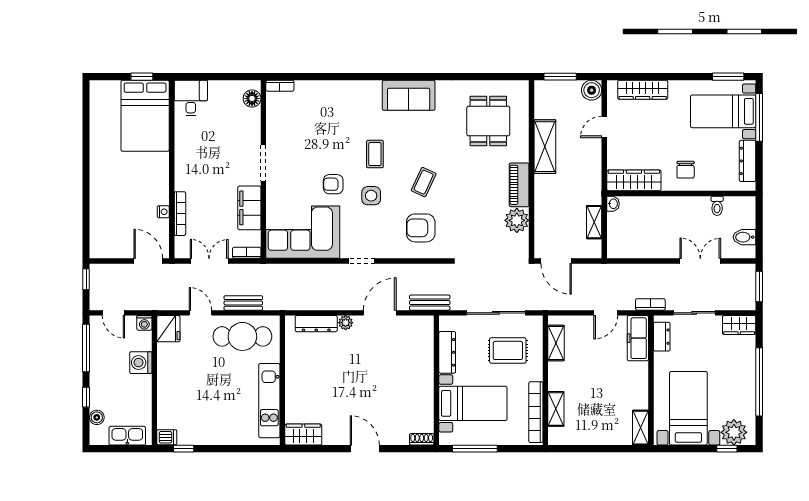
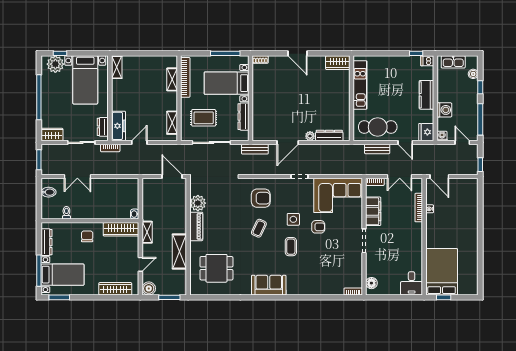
dining table: (488, 121) -> (216, 268), turned 90
shelving: (594, 222) -> (147, 232), moved
kitchen counter: (168, 386) -> (427, 95), added

